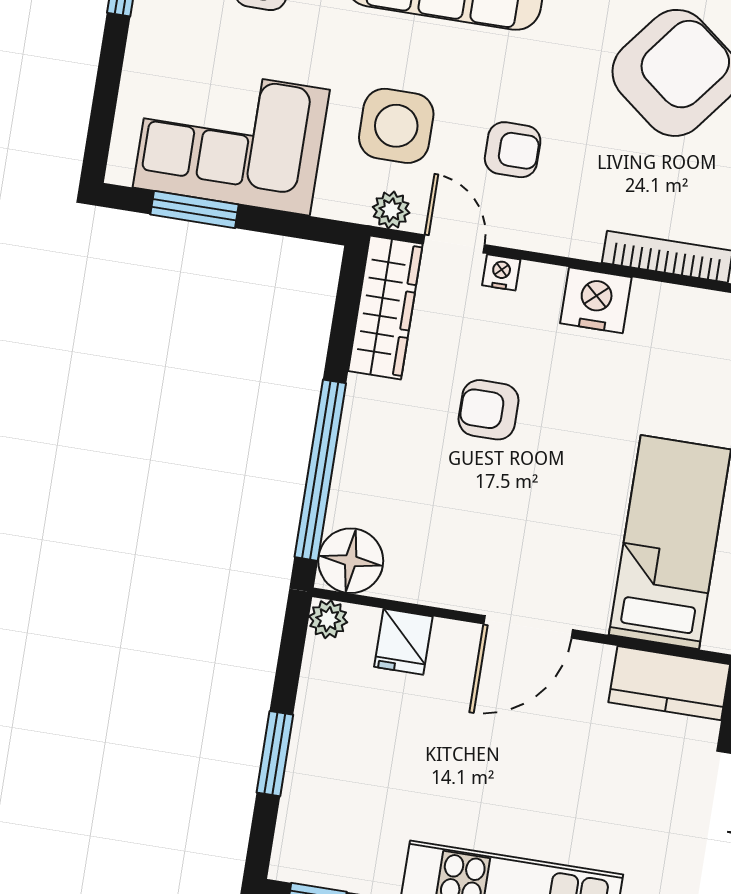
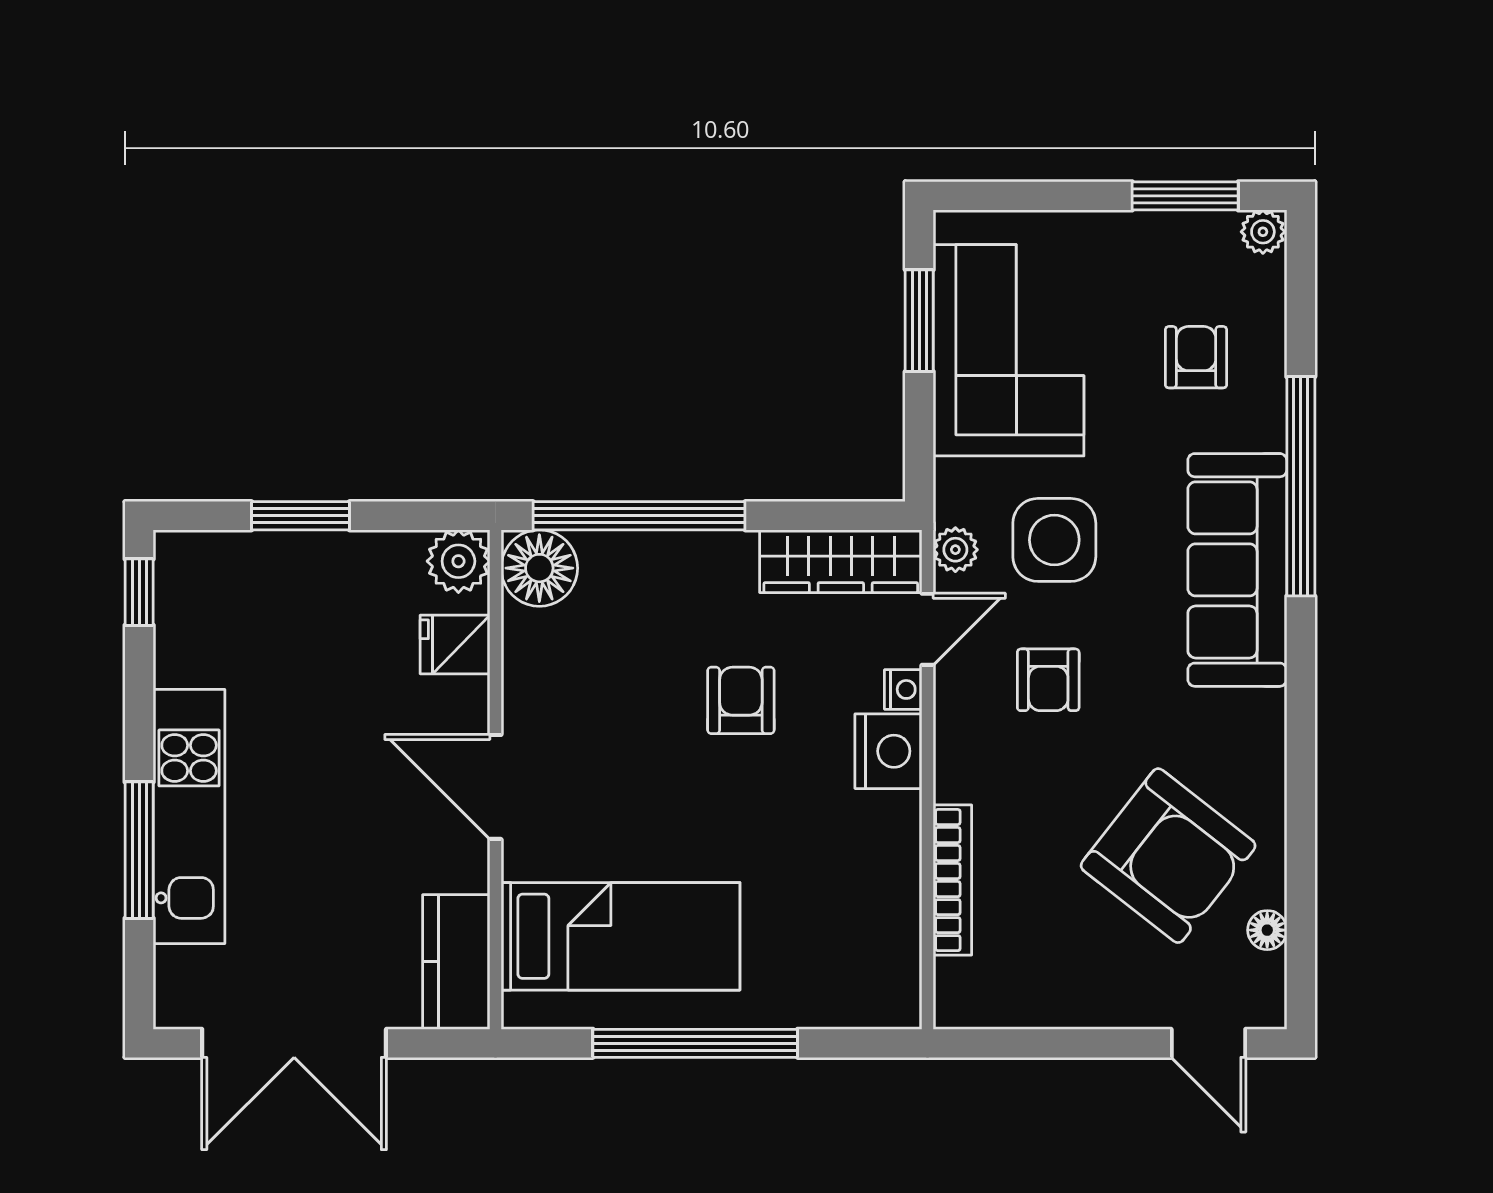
nightstand: (596, 300) -> (888, 751), moved
plant: (328, 619) -> (458, 561), width x1.38, depth x1.38

